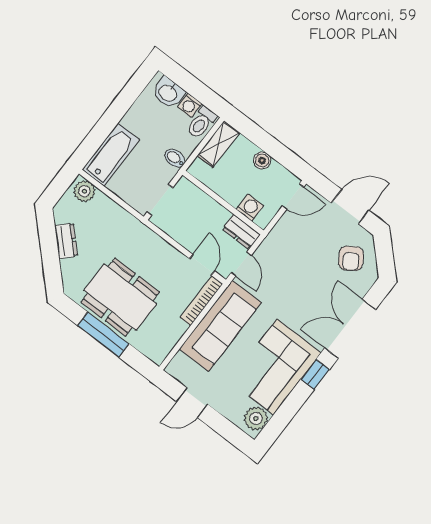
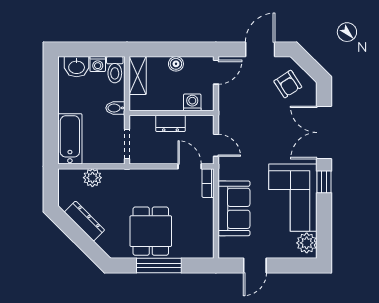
plant: (84, 191) -> (92, 178), moved
dresser: (241, 232) -> (171, 123), moved
dresser: (66, 241) -> (84, 221), width x1.44
dining table: (120, 297) -> (151, 231), width x0.73
bookcase: (201, 301) -> (208, 183), width x0.64
sofa: (220, 326) -> (234, 208), width x0.73

